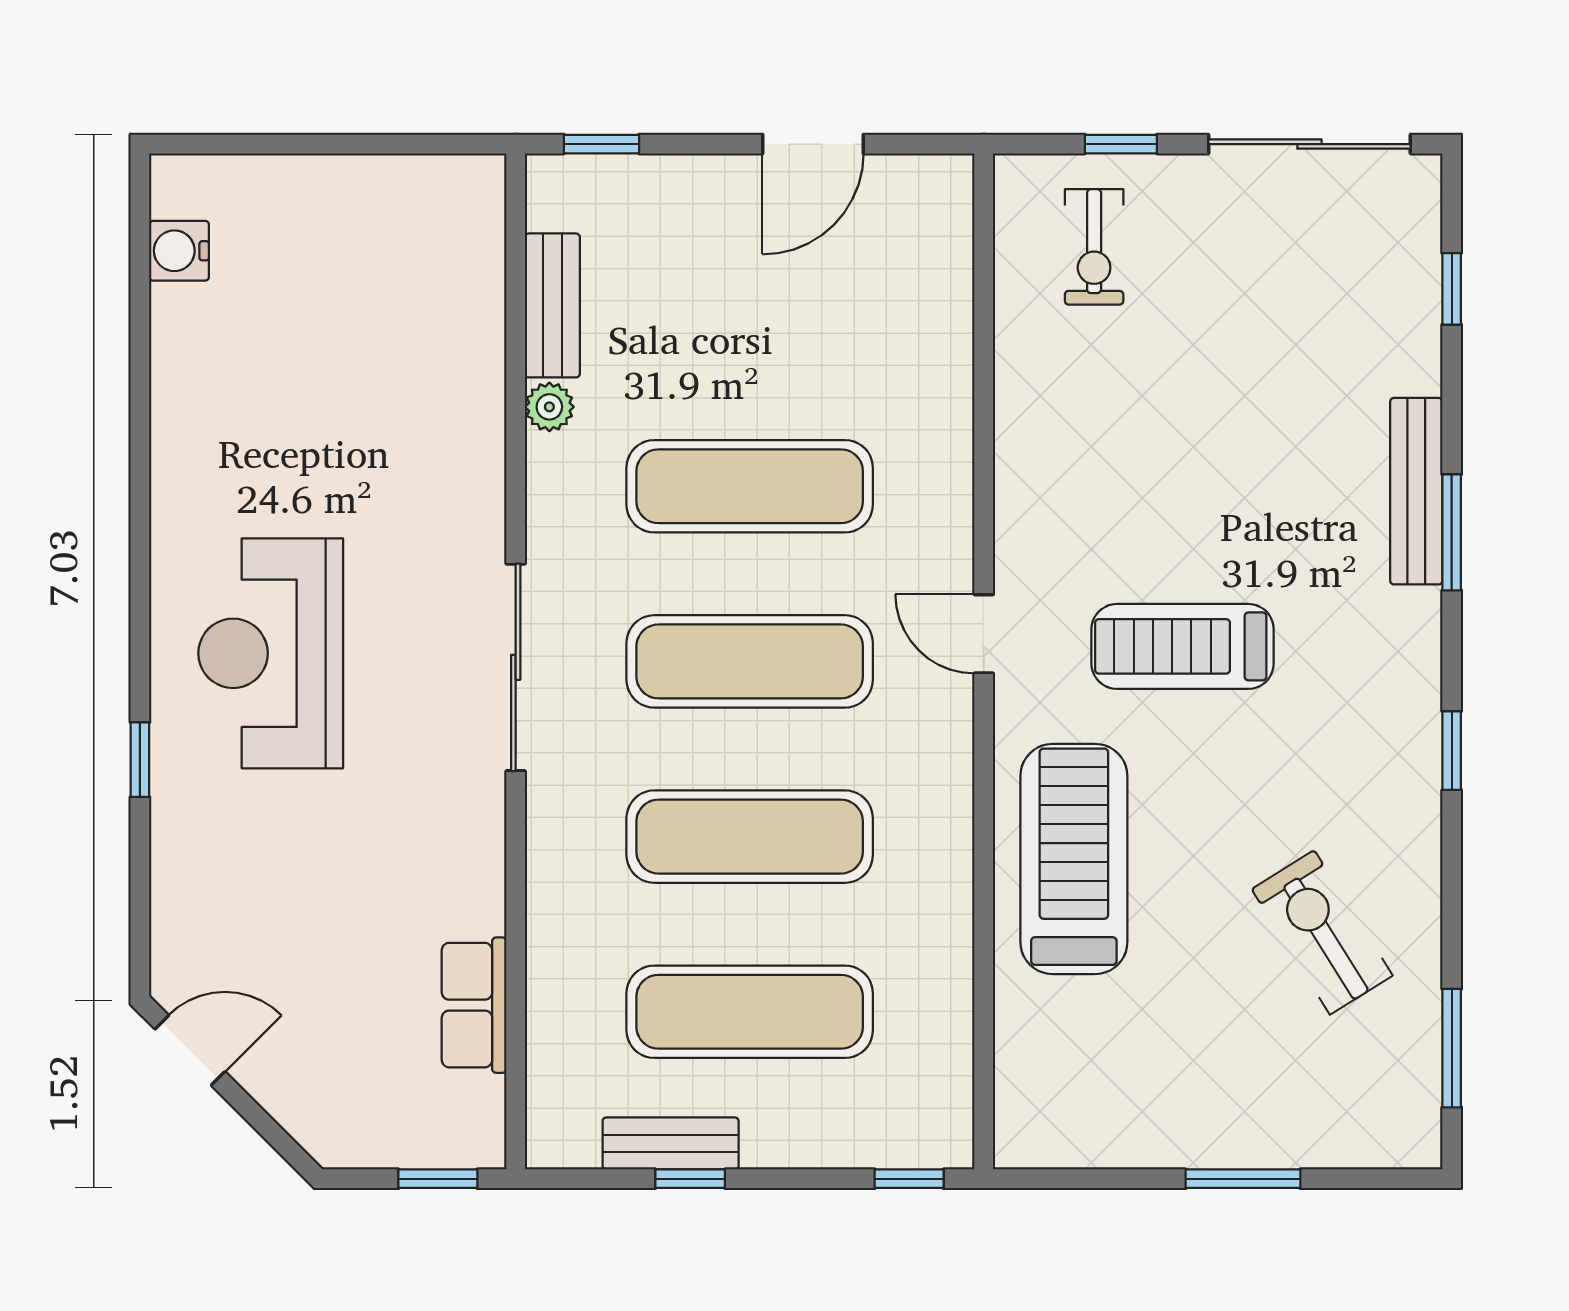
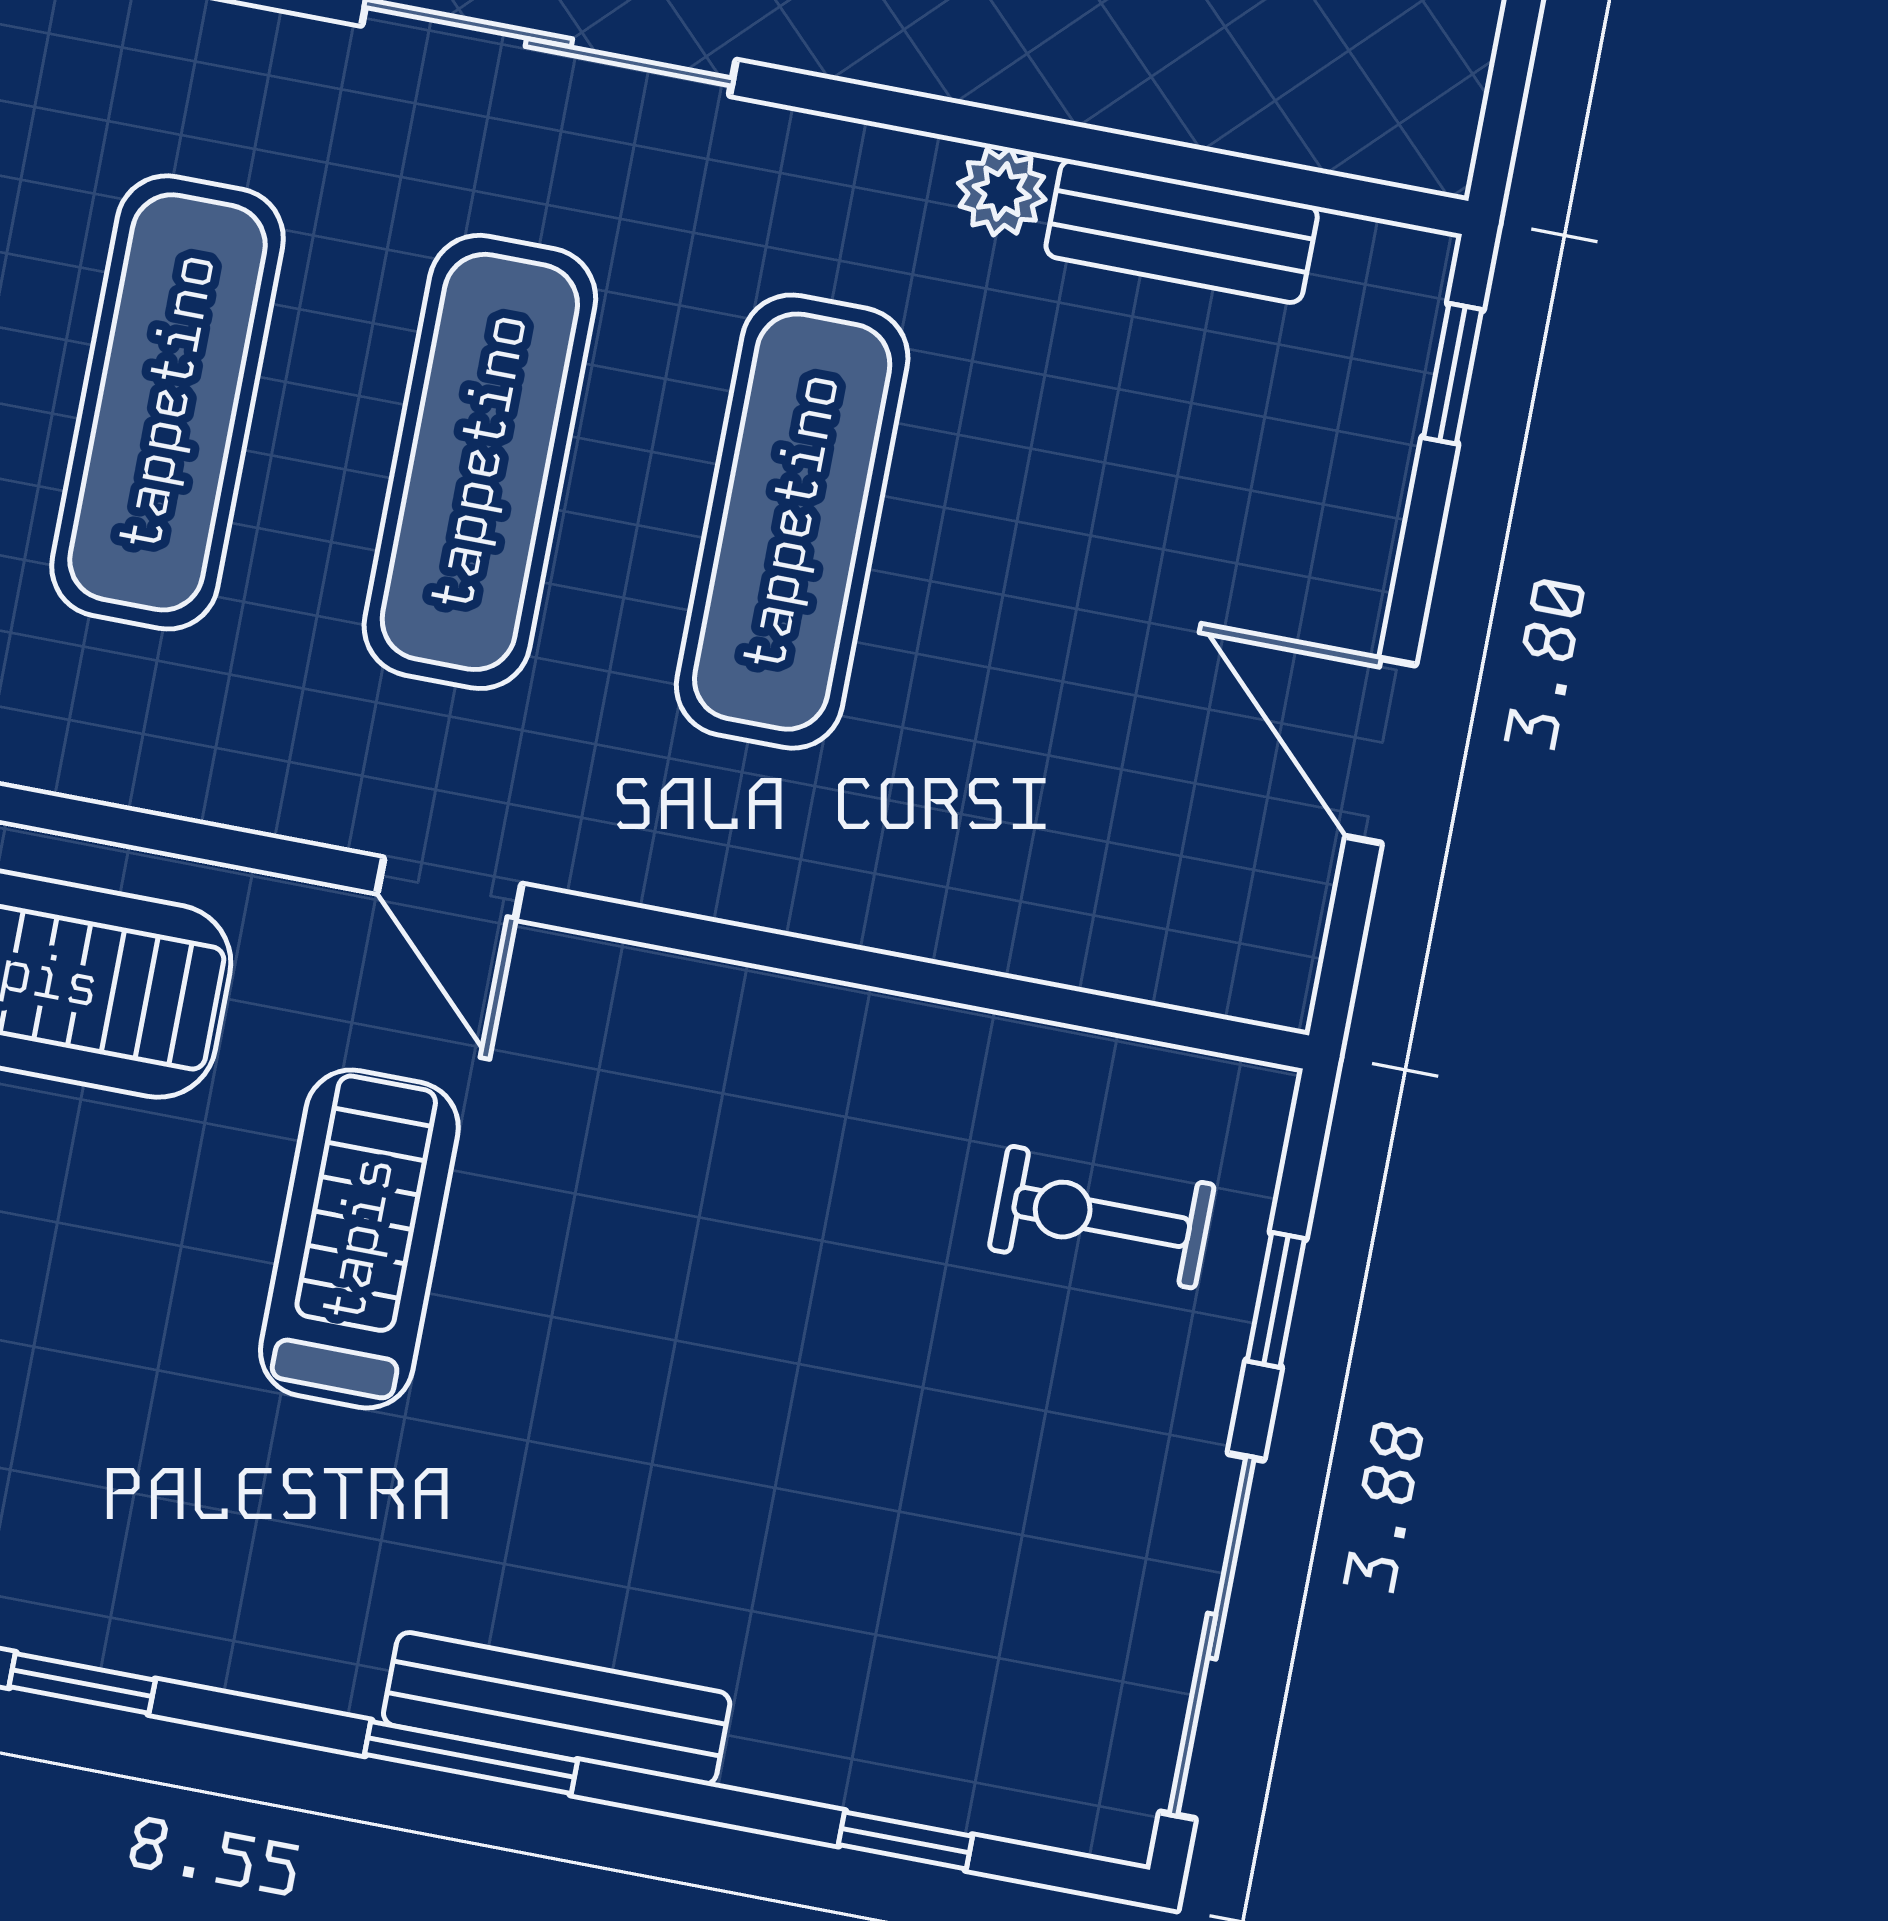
door: (984, 634) -> (449, 889), swing flipped

